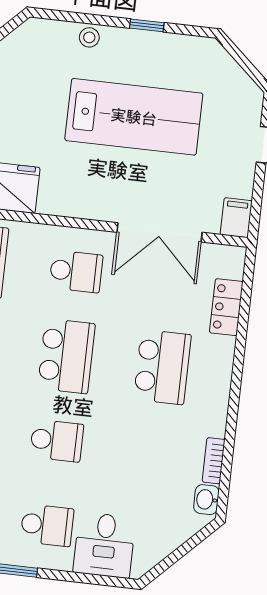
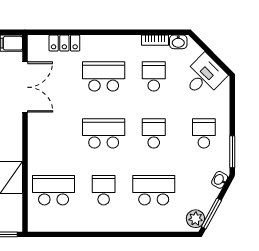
school desk: (76, 272) -> (154, 76), moved
desk: (104, 545) -> (204, 76), moved, turned -45

